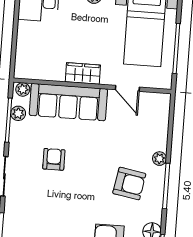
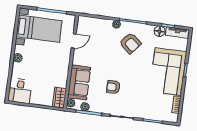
wardrobe: (83, 73) -> (59, 98), moved
sofa: (68, 102) -> (79, 82), width x0.73
armchair: (129, 184) -> (130, 43), turned 120

